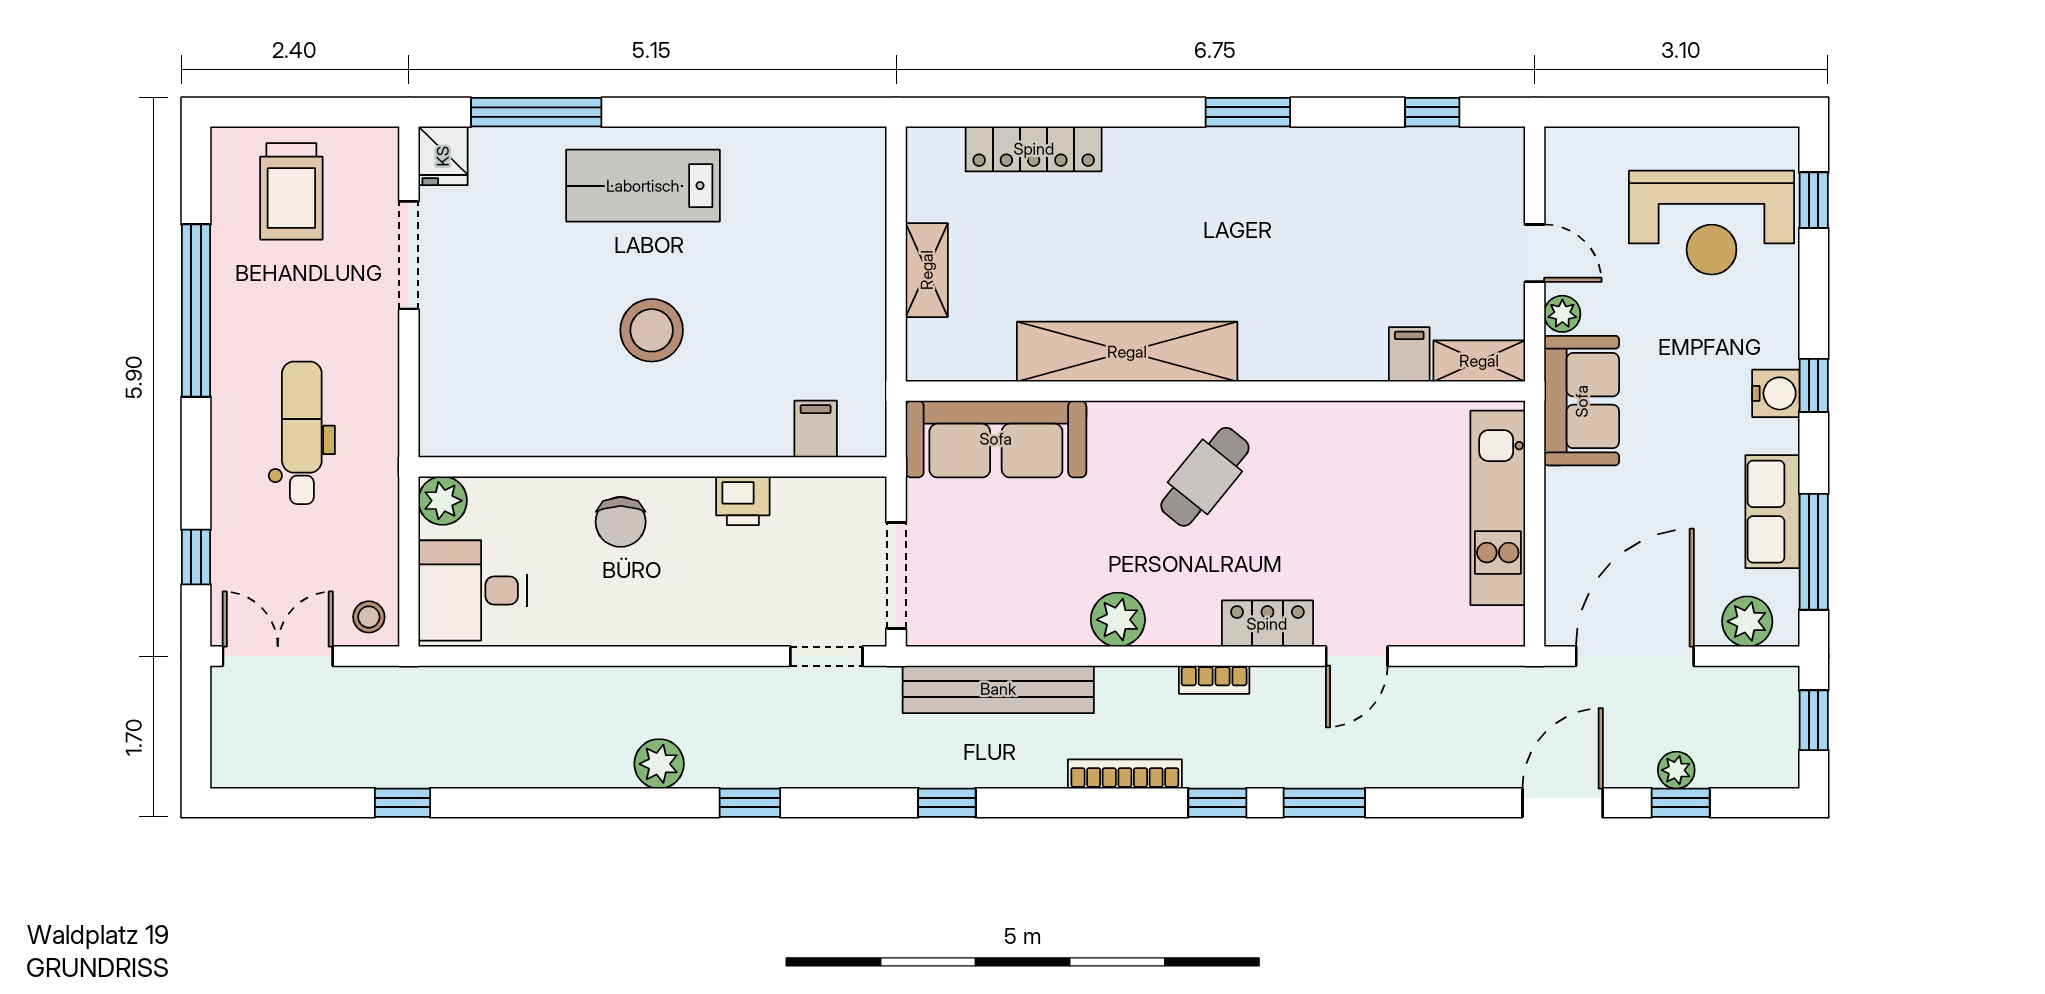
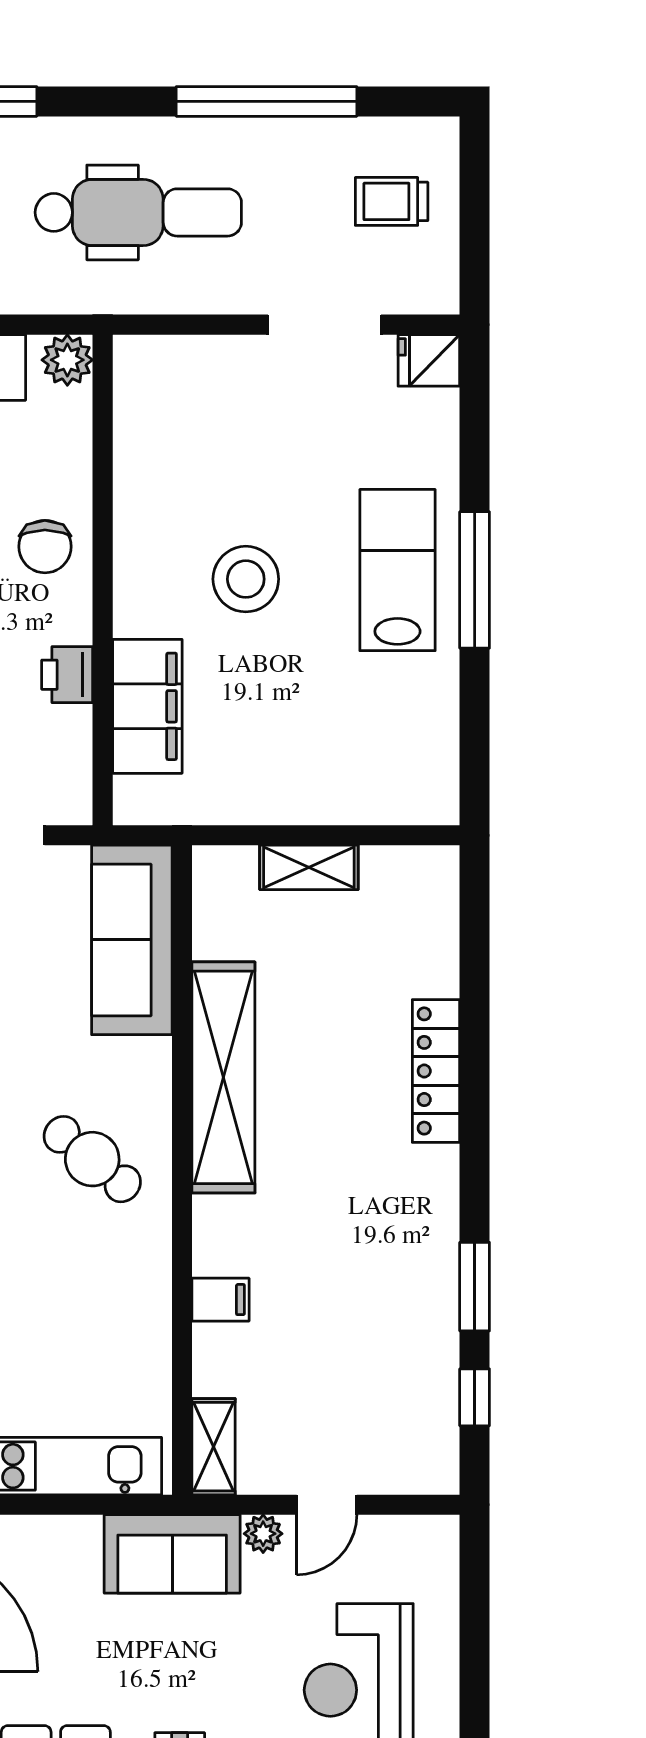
window: (536, 112) -> (475, 580), moved
window: (1248, 112) -> (475, 1287), moved
locker: (1034, 149) -> (436, 1071), moved
trolley: (291, 191) -> (392, 201), width x0.73, depth x0.72
filing cabinet: (1409, 354) -> (220, 1300), moved
filing cabinet: (816, 429) -> (147, 706), width x3.00, depth x1.17
dental chair: (302, 433) -> (138, 212), width x1.36, depth x1.38
chair: (621, 522) -> (45, 547), turned -90

